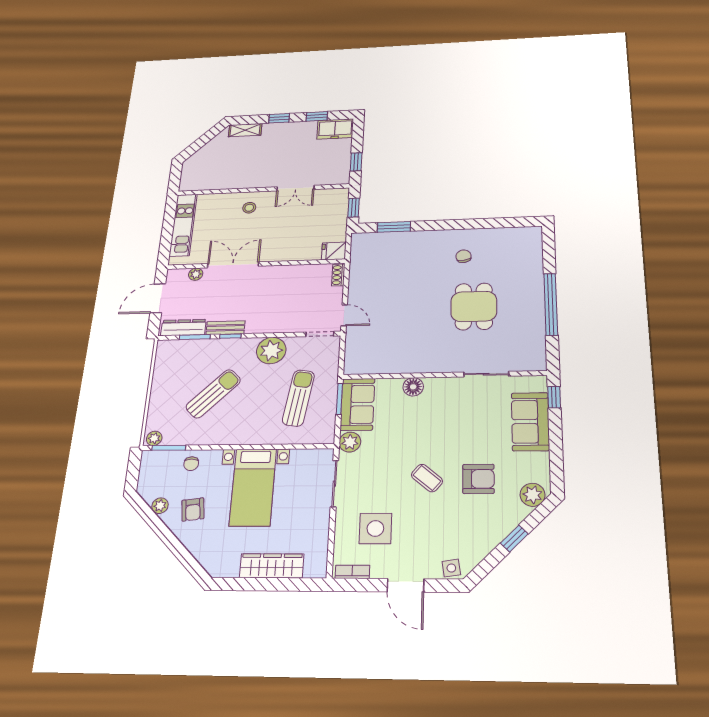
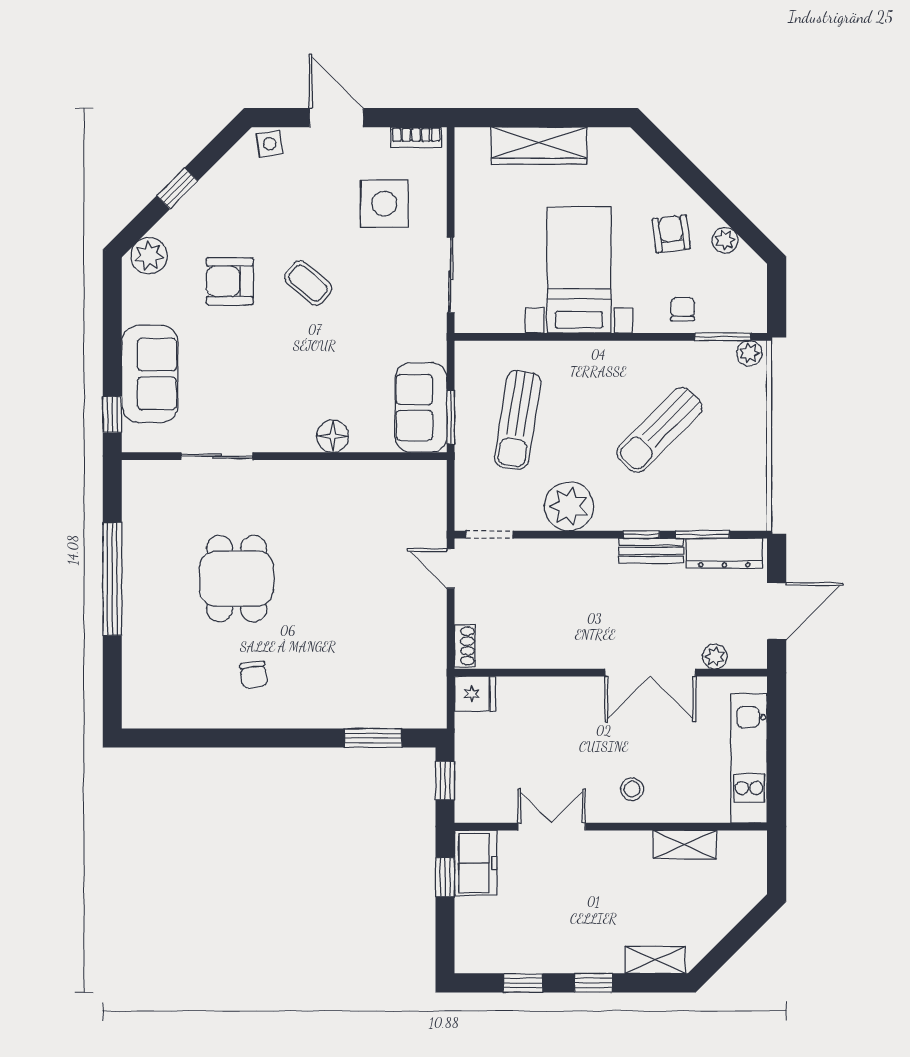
freezer: (335, 129) -> (476, 863), moved, turned 90
shelving: (224, 183) -> (685, 845), added
plant: (350, 442) -> (430, 343), removed

